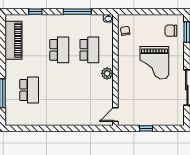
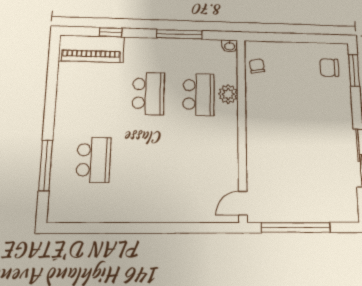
piano: (14, 40) -> (91, 49), moved, turned 90
grand piano: (154, 63) -> (305, 117), removed
plant: (107, 73) -> (228, 94), moved
window: (146, 128) -> (296, 228), width x3.17

